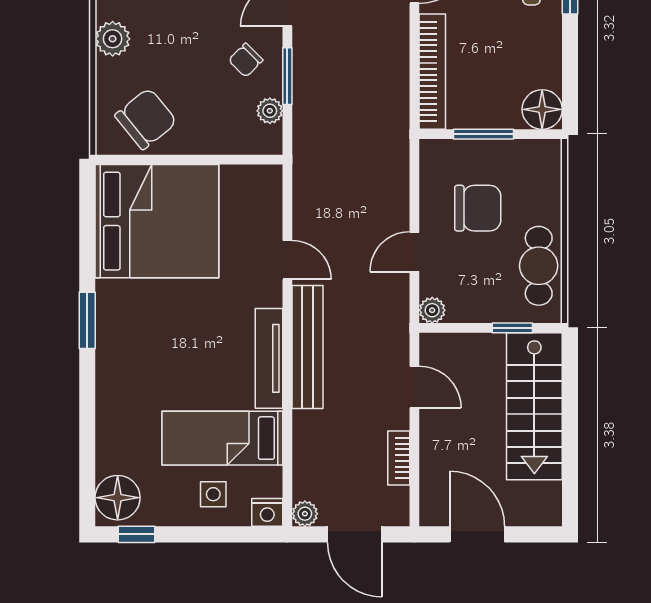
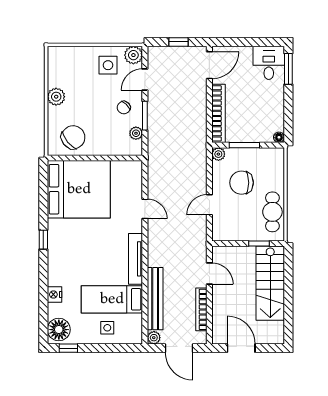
floor lamp: (542, 109) -> (279, 137), width x0.53, depth x0.53
chair: (478, 208) -> (242, 183), turned 180
plant: (432, 310) -> (218, 154), moved
window: (87, 320) -> (43, 240), width x0.67
bench: (307, 347) -> (155, 299), moved
bookcase: (399, 458) -> (201, 309), width x1.56
nightstand: (267, 512) -> (55, 295), moved, turned 90

